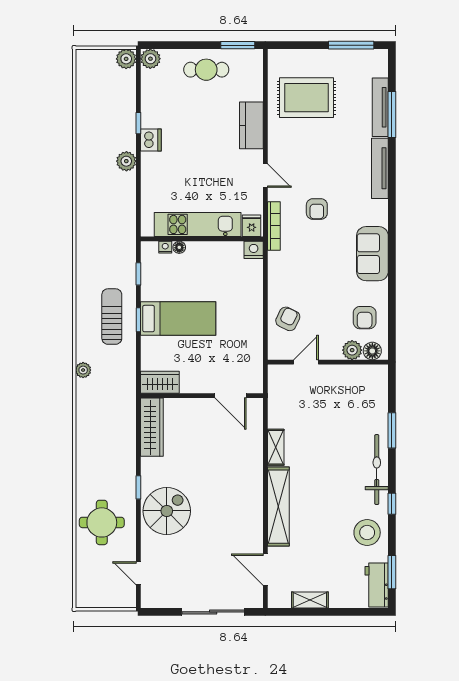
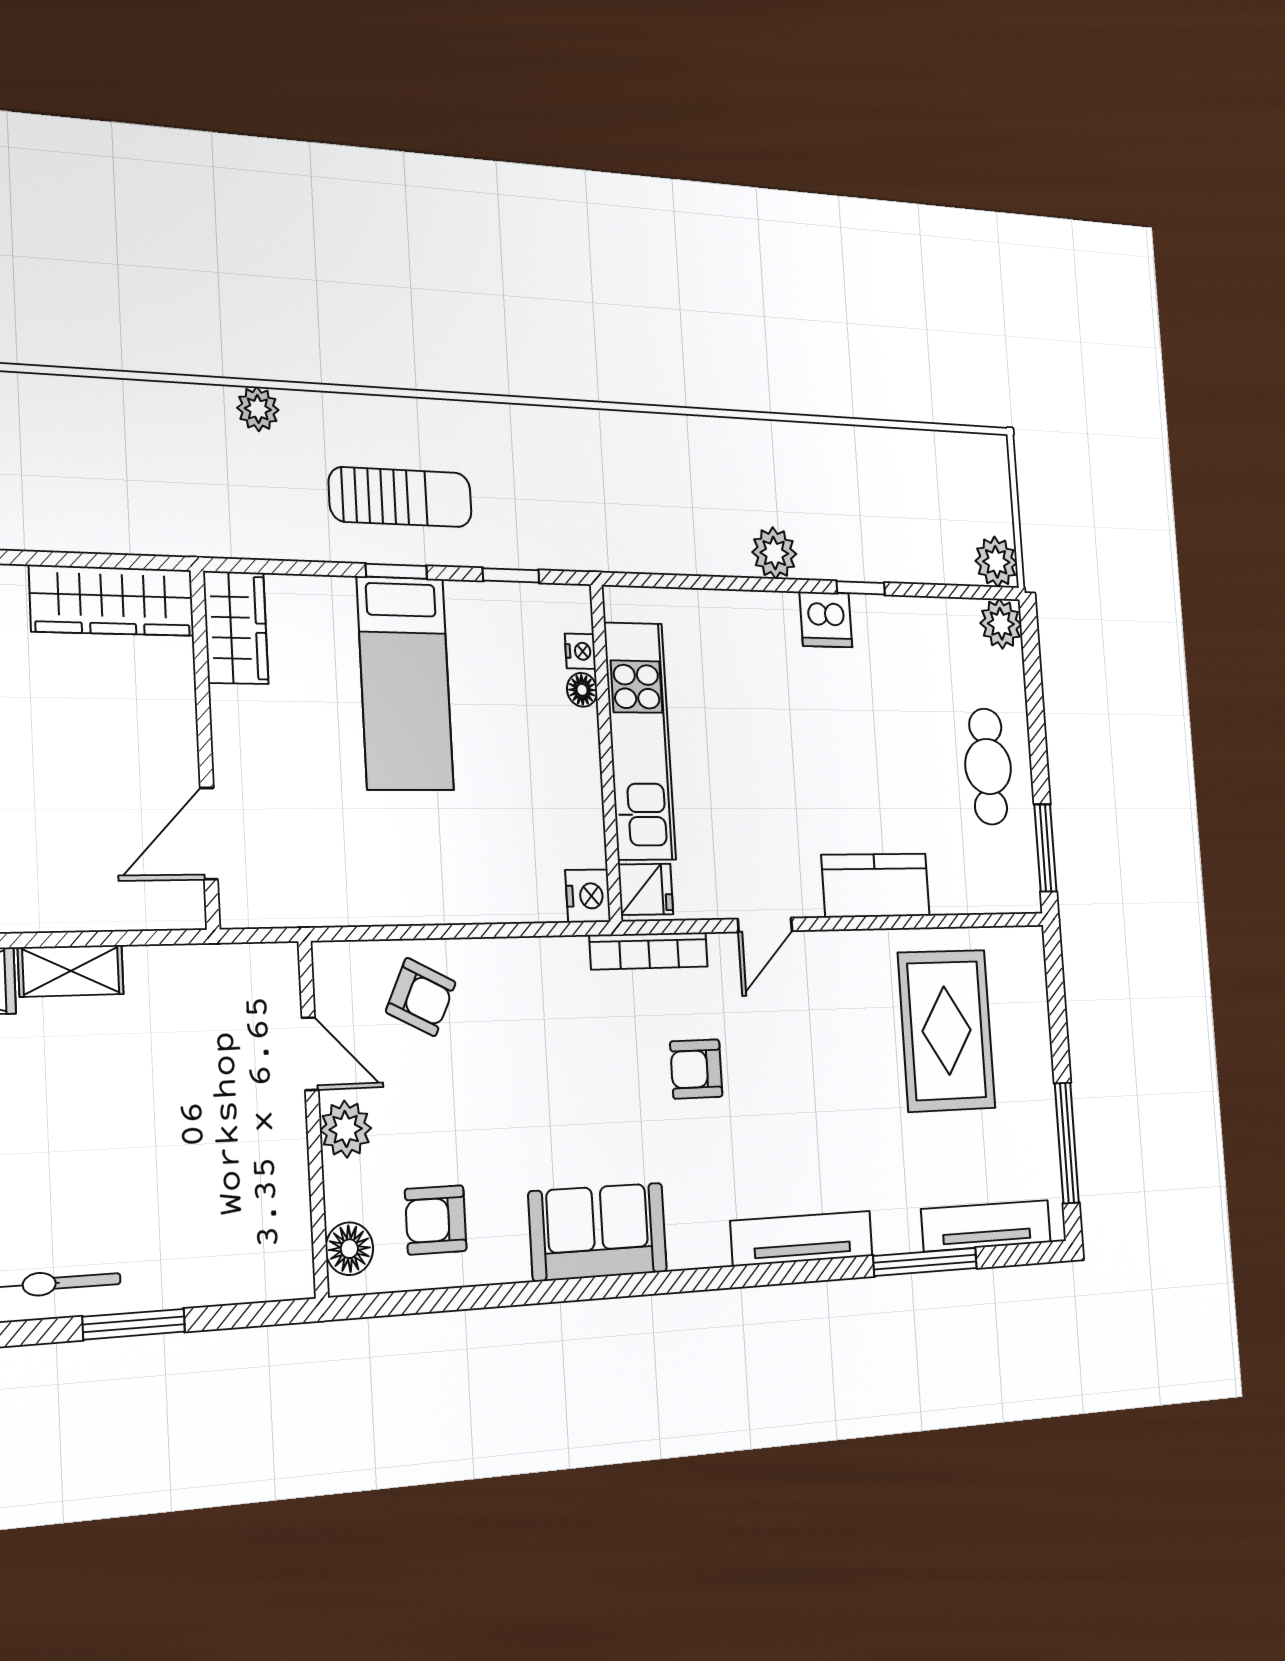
tv unit: (380, 107) -> (986, 1226), moved
plant: (352, 350) -> (346, 1129), moved

